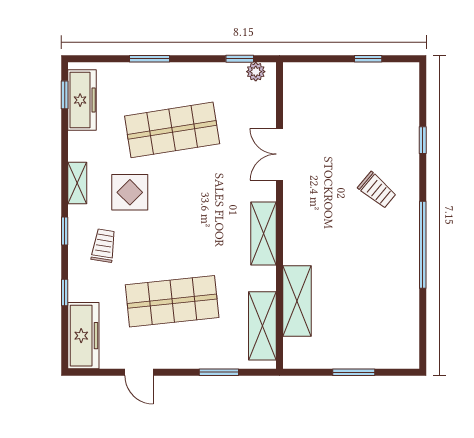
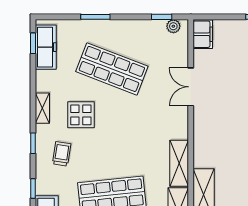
filing cabinet: (296, 83) -> (203, 34), added
shop shelf: (172, 130) -> (112, 69), turned 30
shelving: (263, 234) -> (179, 163), moved

